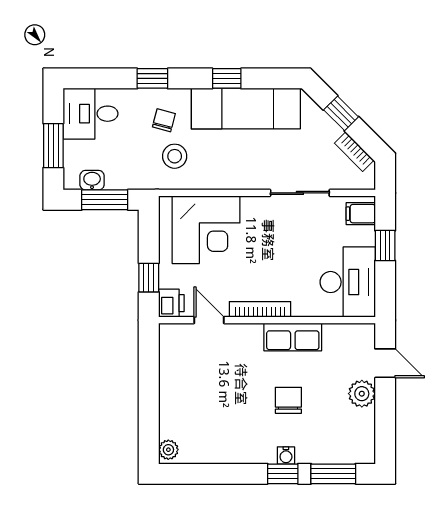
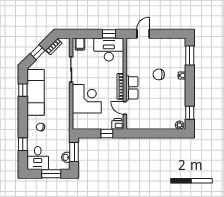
window: (152, 78) -> (23, 144), moved
window: (227, 78) -> (23, 90), moved
stool: (175, 156) -> (56, 122), removed
corner desk: (206, 230) -> (87, 99), moved
window: (385, 246) -> (109, 34), moved
door: (209, 320) -> (125, 108), hinge flipped
row of seats: (293, 337) -> (132, 88), moved
plant: (362, 394) -> (156, 43), removed
window: (283, 474) -> (190, 113), moved

